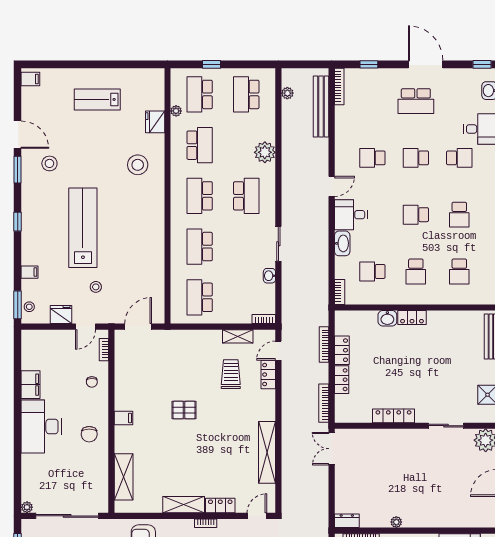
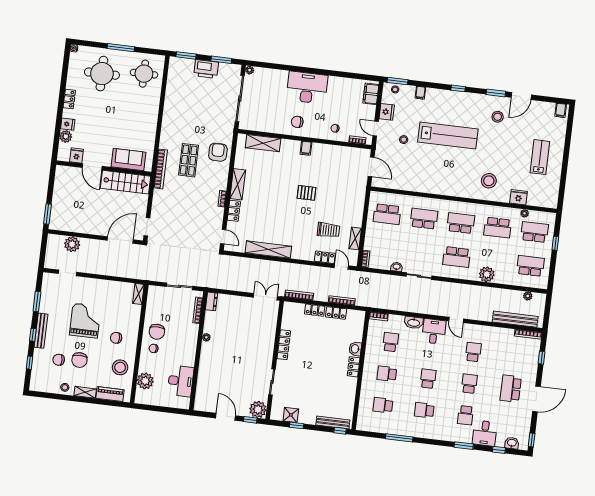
school desk: (200, 297) -> (387, 214), turned 180
filing cabinet: (31, 385) -> (371, 94), moved, turned 90
pallet: (184, 410) -> (306, 193), turned 90

